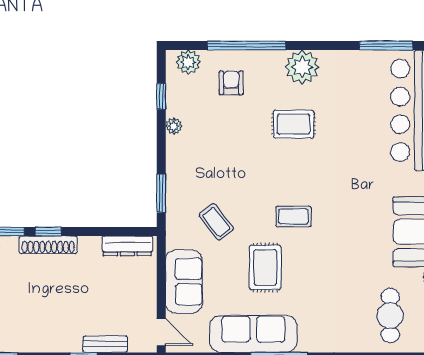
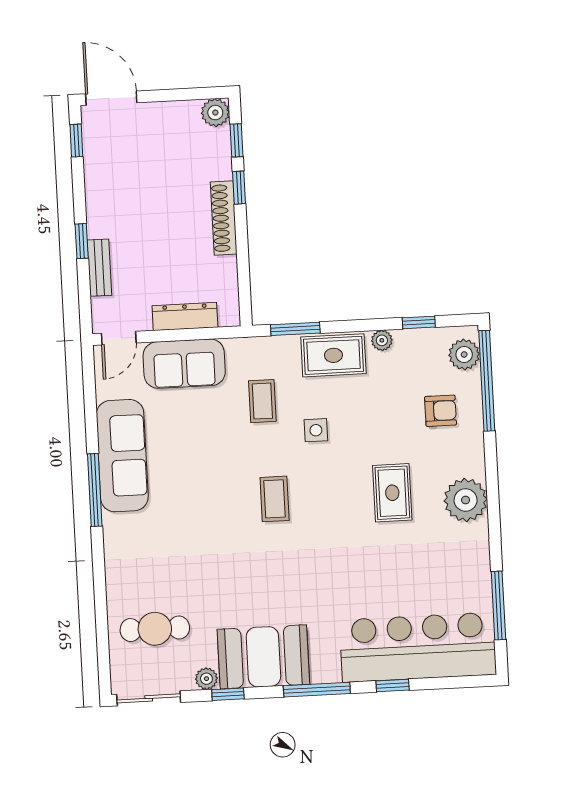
window: (246, 46) -> (487, 381), moved
side table: (241, 181) -> (316, 430), added
coffee table: (216, 222) -> (262, 401), turned -52
shoe rack: (48, 245) -> (224, 218), moved
dresser: (127, 246) -> (185, 317), moved, turned 90
rug: (265, 267) -> (333, 355), moved

